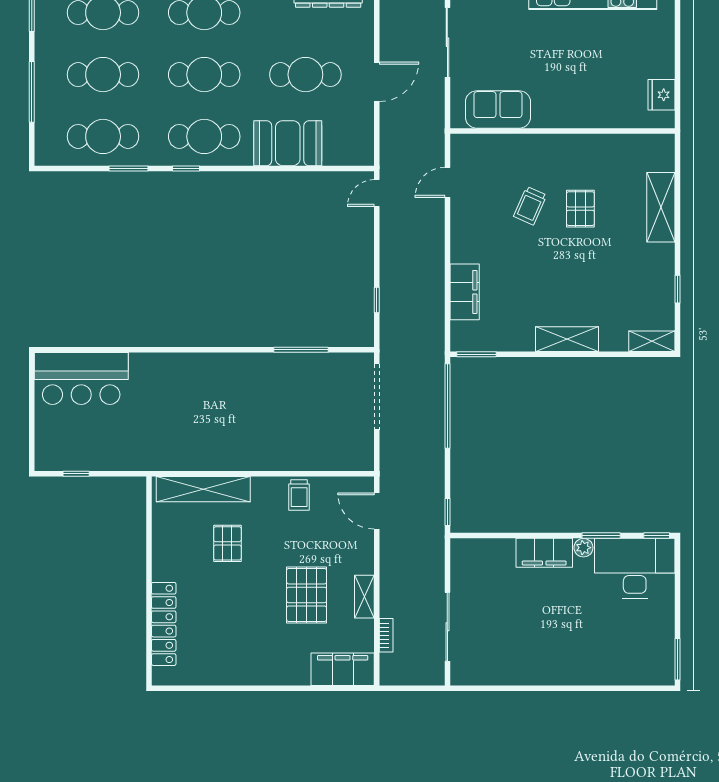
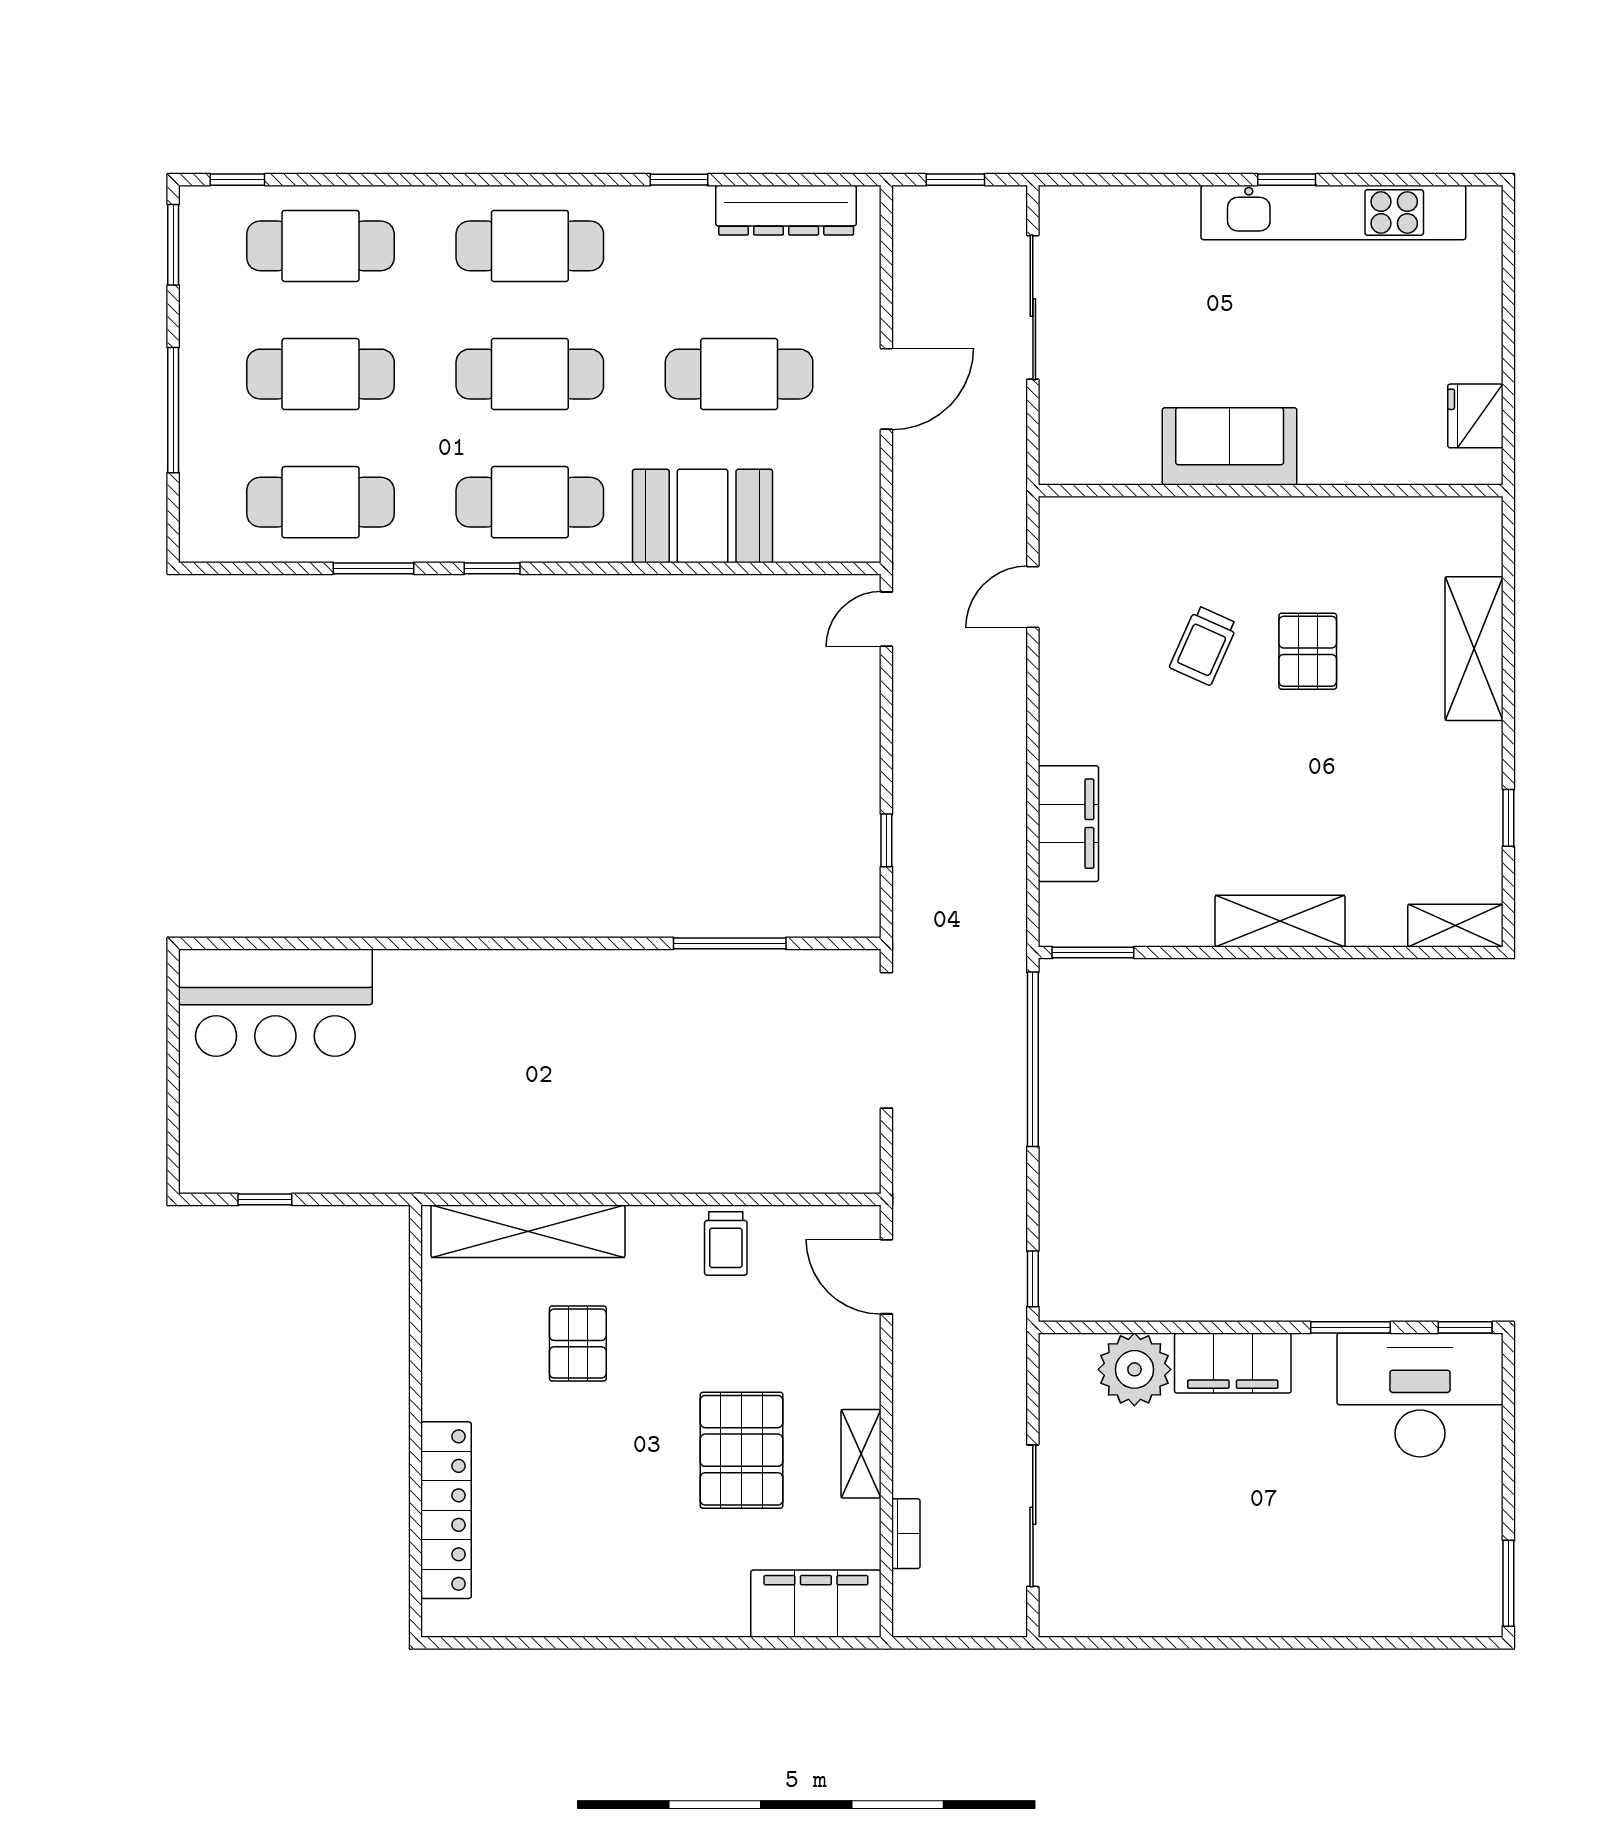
sofa: (498, 109) -> (1230, 446), moved
plant: (583, 548) -> (1134, 1369), moved, width x1.87, depth x1.87

